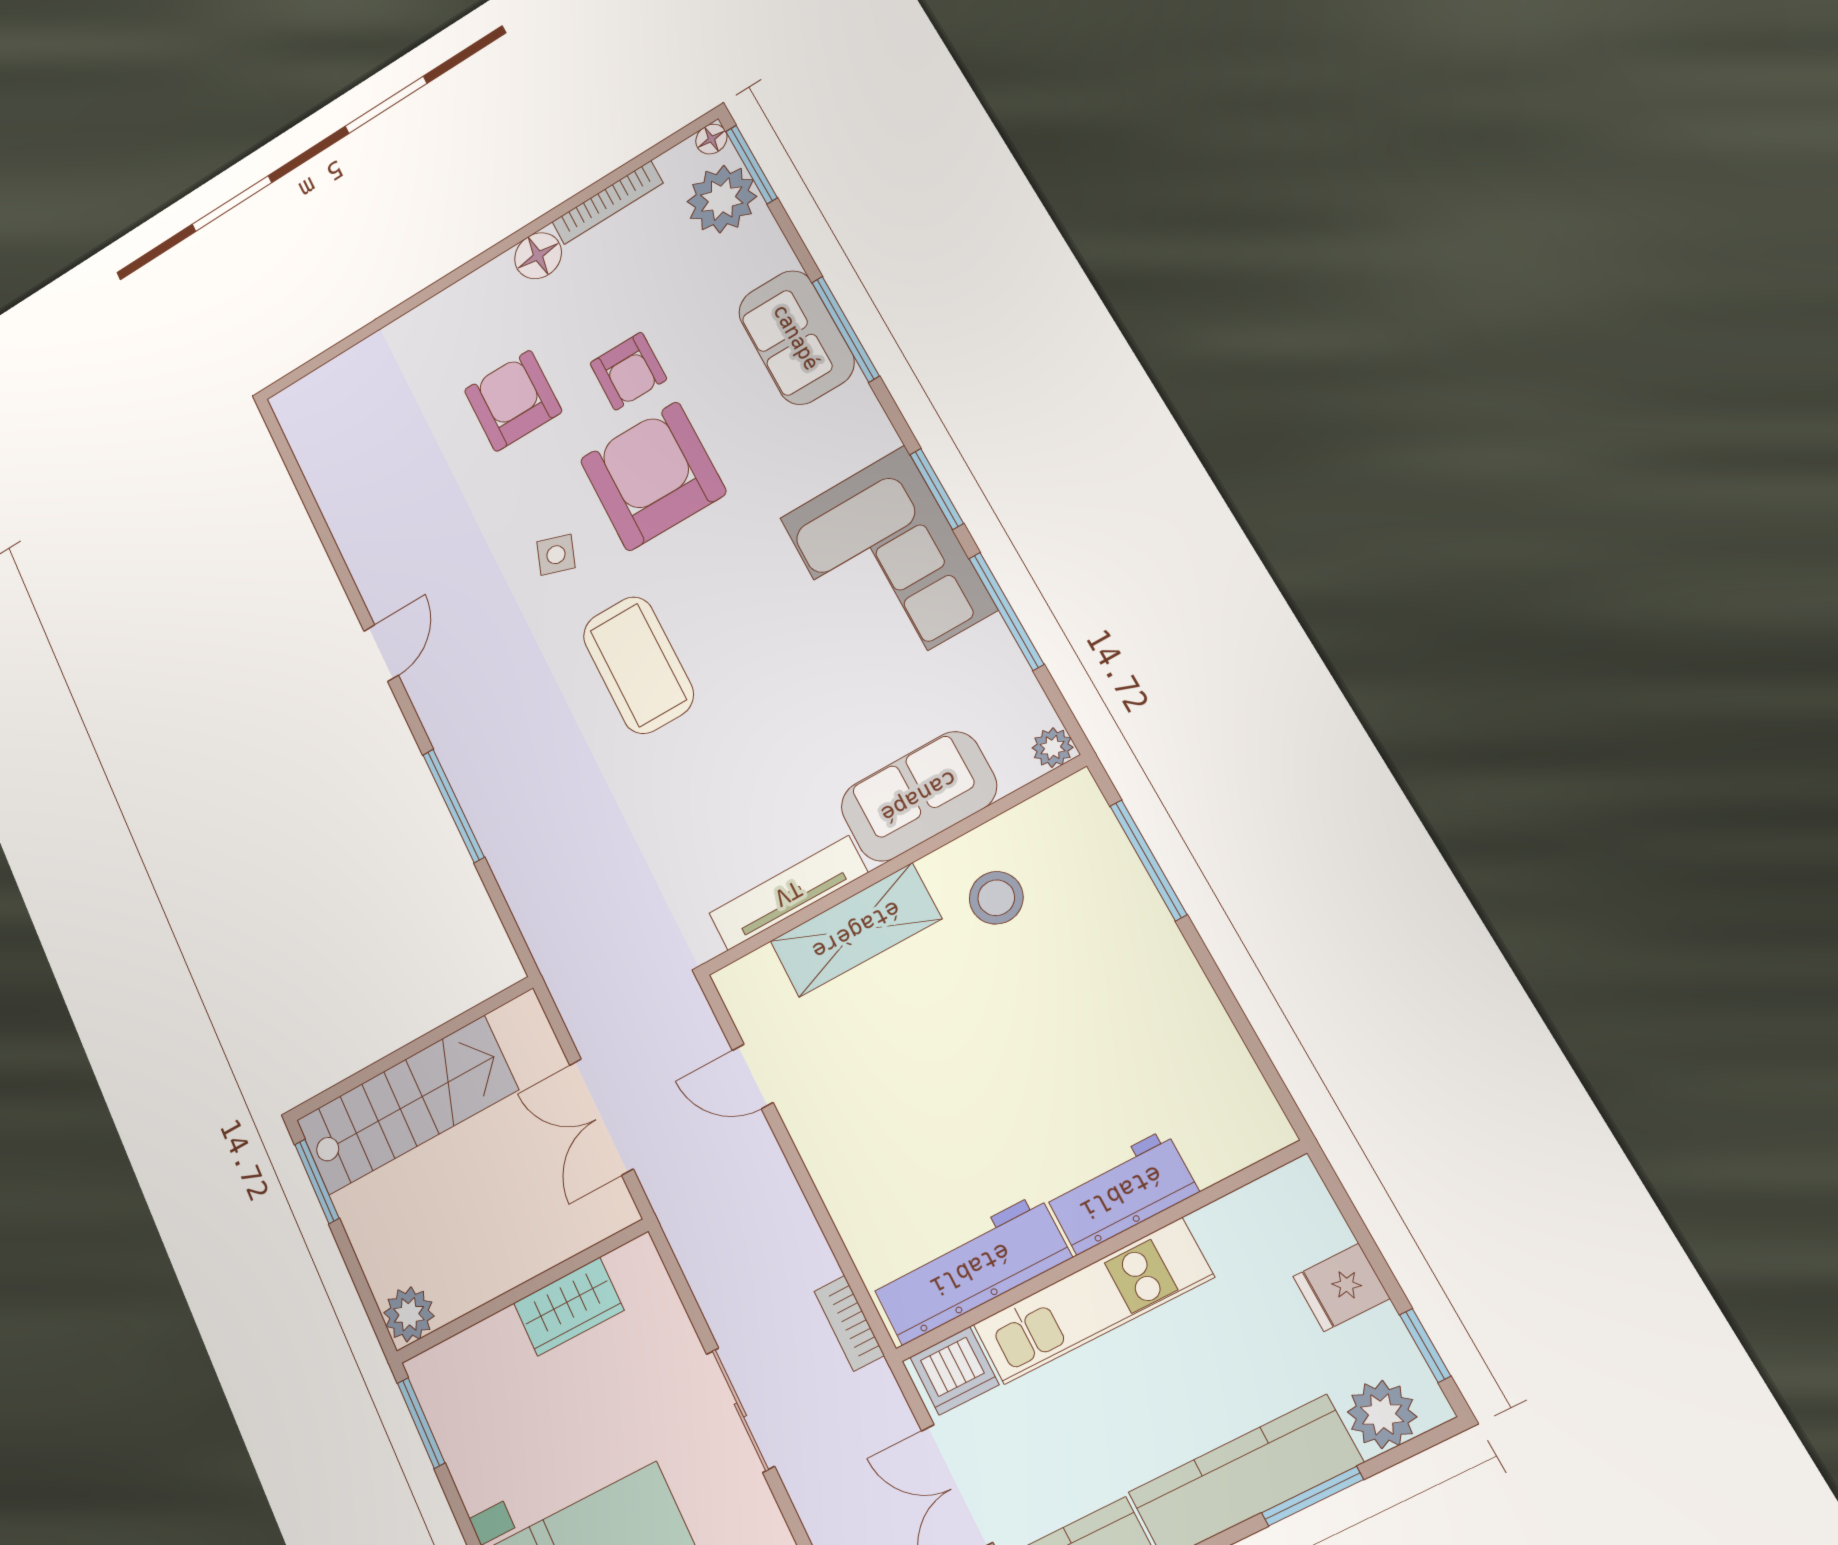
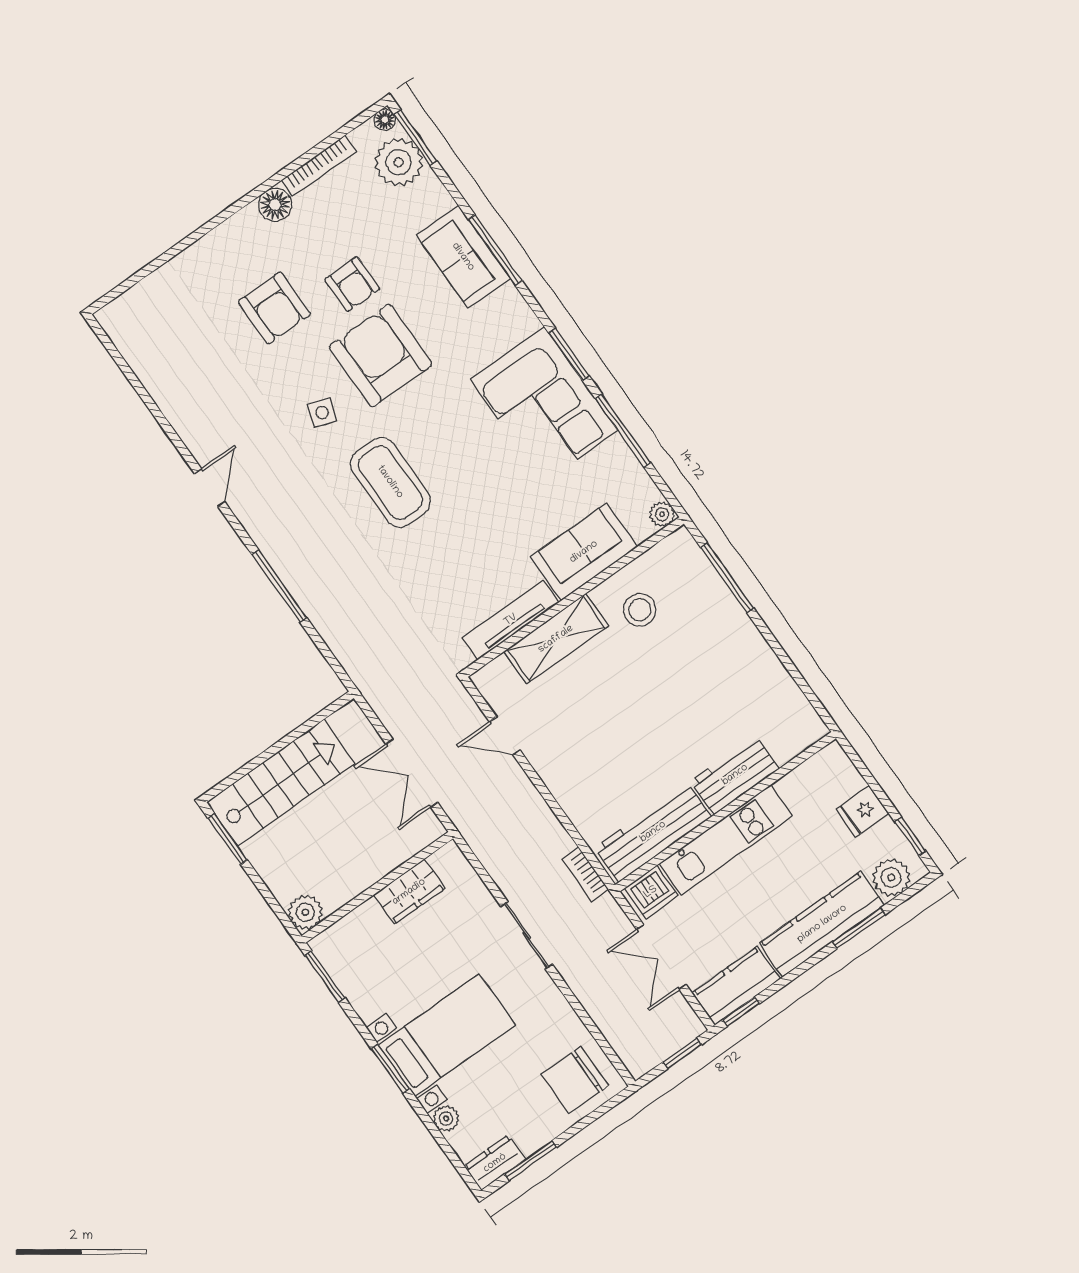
armchair: (513, 401) -> (274, 308), turned 180

